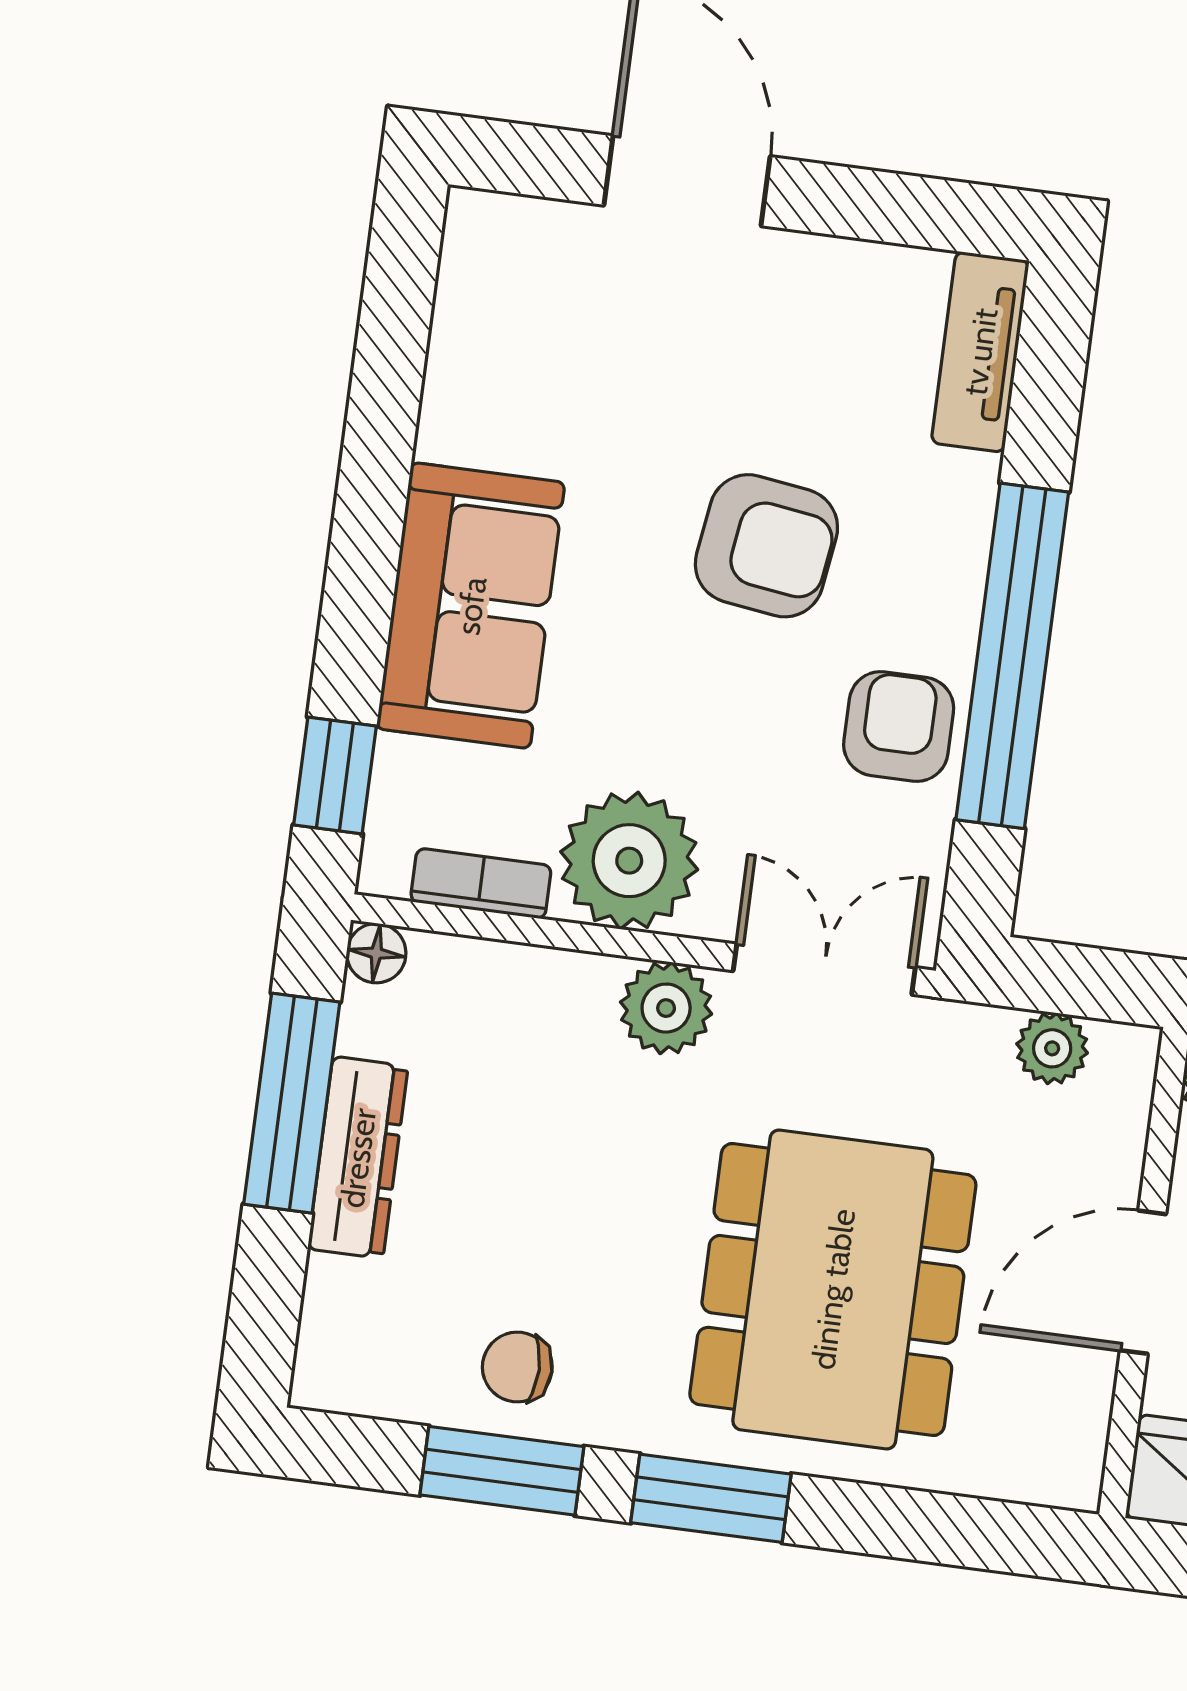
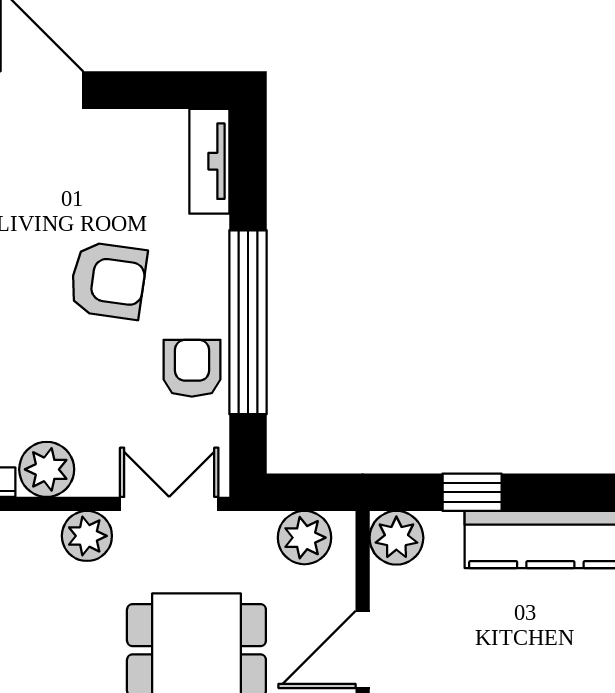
plant: (629, 861) -> (47, 469), width x0.73, depth x0.73
plant: (1052, 1048) -> (304, 538), width x1.38, depth x1.38

